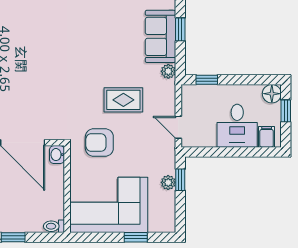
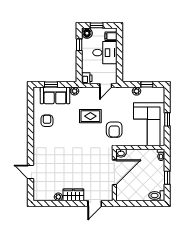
armchair: (115, 22) -> (47, 121), added
window: (207, 80) -> (79, 45), moved
printer: (191, 93) -> (87, 78), added
rug: (123, 100) -> (90, 116), turned 90
window: (180, 180) -> (147, 84), moved
window: (136, 237) -> (167, 119), moved

